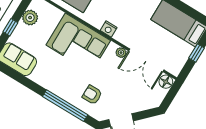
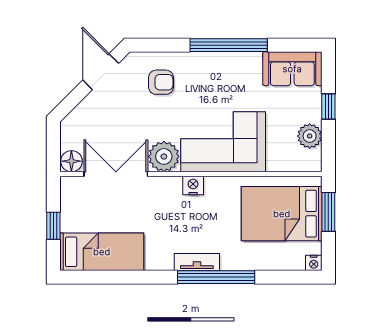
plant: (121, 53) -> (164, 156), width x1.88, depth x1.88
window: (65, 106) -> (229, 45), moved

